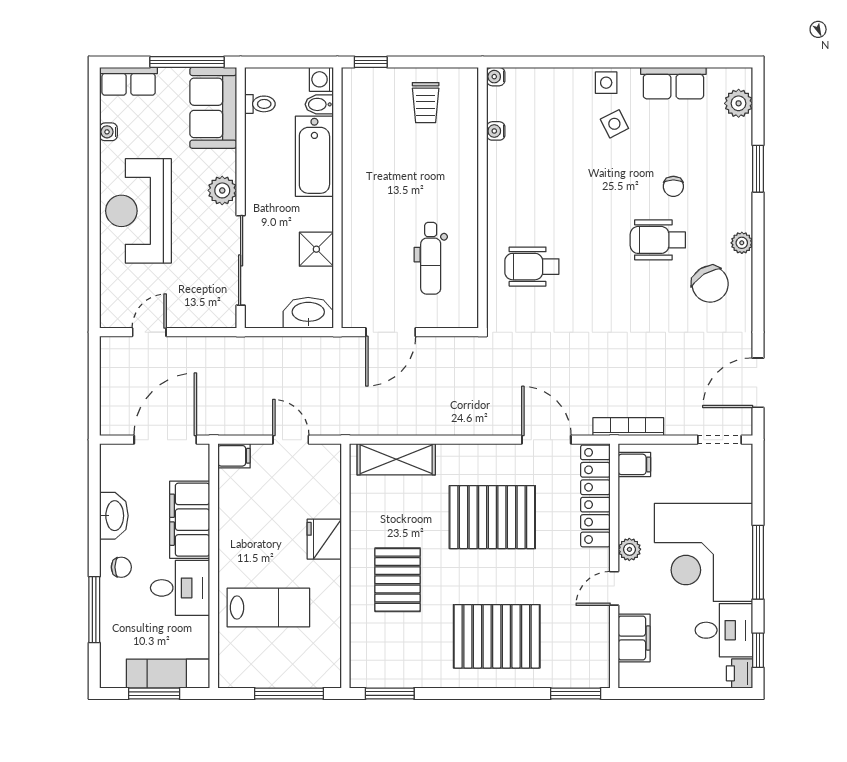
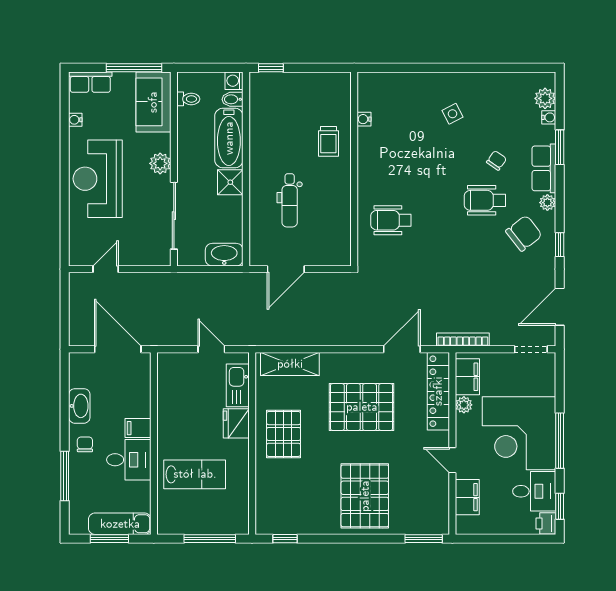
water cooler: (496, 77) -> (549, 117), moved, turned 180
side table: (606, 83) -> (446, 83), removed
row of seats: (673, 83) -> (544, 168), moved, turned 90
trolley: (426, 103) -> (328, 141), moved
chair: (673, 186) -> (497, 160), turned -145
shower: (316, 249) -> (230, 182), moved
dental chair: (431, 258) -> (290, 200), moved
chair: (710, 284) -> (524, 233), turned -96
window: (758, 299) -> (560, 245), added
door: (165, 440) -> (118, 349), hinge flipped
door: (546, 440) -> (402, 349), hinge flipped
filing cabinet: (234, 456) -> (169, 361), removed
filing cabinet: (634, 464) -> (467, 377), width x2.00
kitchen sink: (326, 488) -> (238, 385), added
filing cabinet: (190, 520) -> (138, 428), width x0.33, depth x0.86
plant: (629, 549) -> (464, 405), moved
chair: (121, 567) -> (85, 444), turned -90
pallet: (398, 580) -> (284, 434), moved
door: (614, 588) -> (452, 460), hinge flipped
pallet: (497, 636) -> (365, 496), turned 90
window: (390, 694) -> (285, 539), width x0.67

